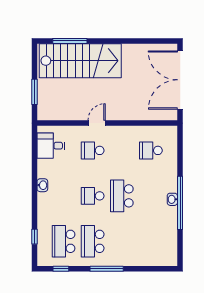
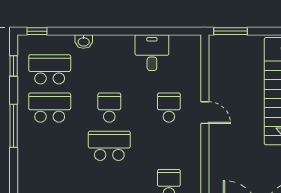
window: (34, 92) -> (231, 31), moved
desk: (51, 146) -> (152, 53), moved
washbasin: (42, 185) -> (84, 42), moved
window: (34, 237) -> (37, 31), moved

